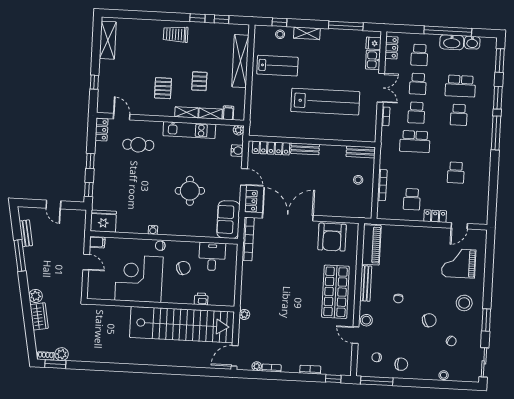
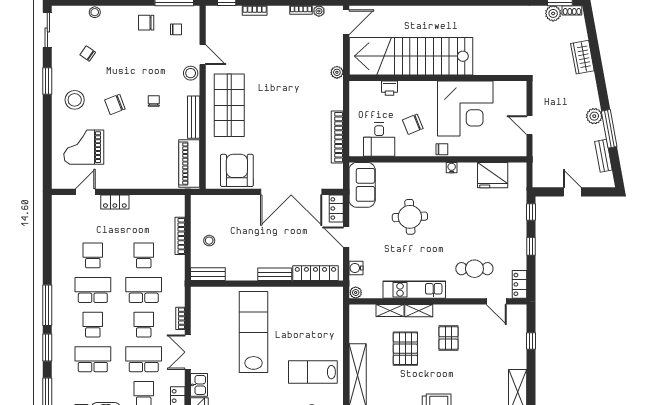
pallet: (199, 81) -> (405, 349), width x1.50, depth x1.42
school desk: (418, 84) -> (144, 359), width x1.85
lab bench: (325, 102) -> (253, 332), turned 90
filing cabinet: (228, 113) -> (369, 313), removed
school desk: (457, 144) -> (93, 290), added
school desk: (412, 199) -> (144, 255), moved
fridge: (103, 221) -> (493, 175), moved
bookcase: (248, 239) -> (337, 137), moved
filing cabinet: (97, 242) -> (518, 150), removed
grand piano: (459, 263) -> (84, 147), turned 180
plant: (36, 296) -> (594, 116), moved
chair: (429, 320) -> (115, 104), moved

